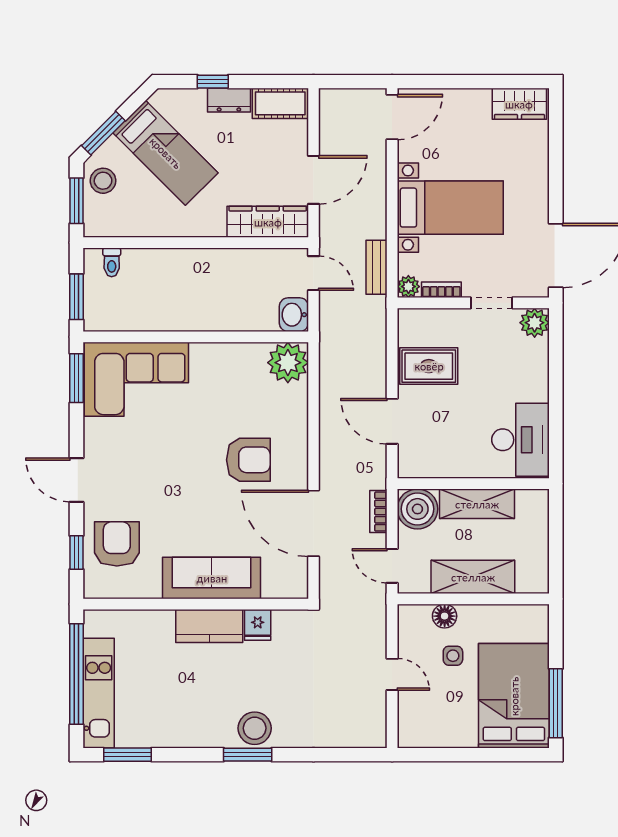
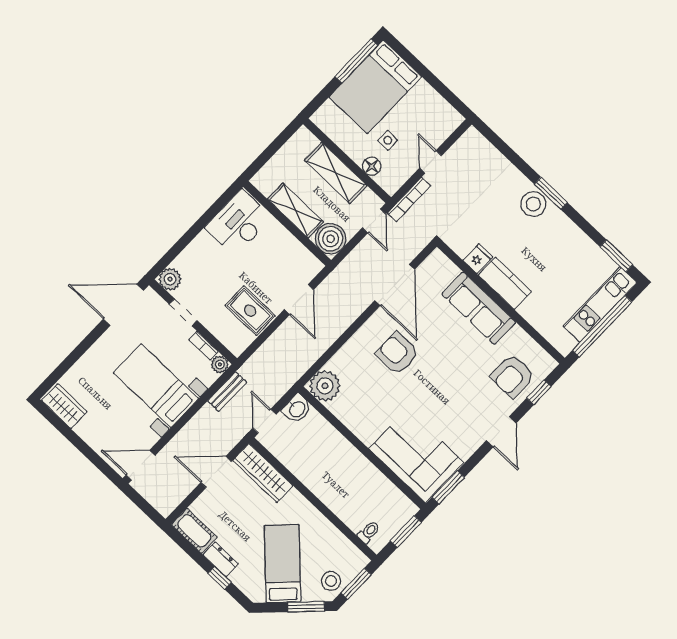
bookcase: (378, 512) -> (409, 199), moved, width x1.56

